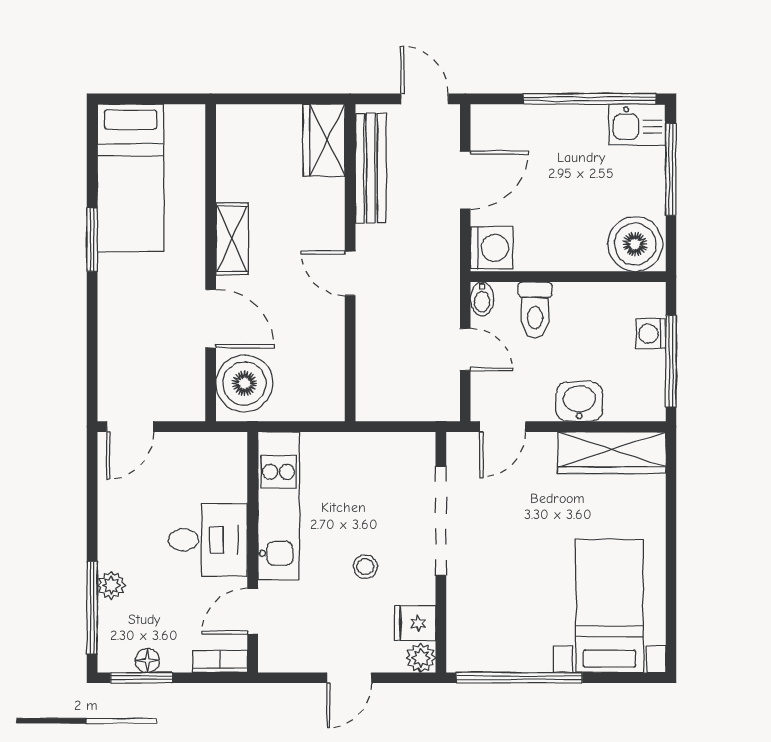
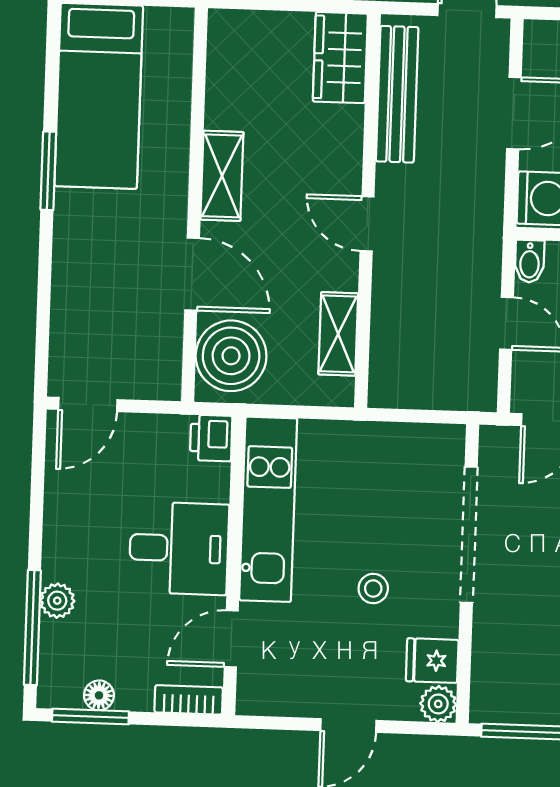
shelving: (330, 363) -> (338, 334), added
printer: (231, 450) -> (211, 438), added

